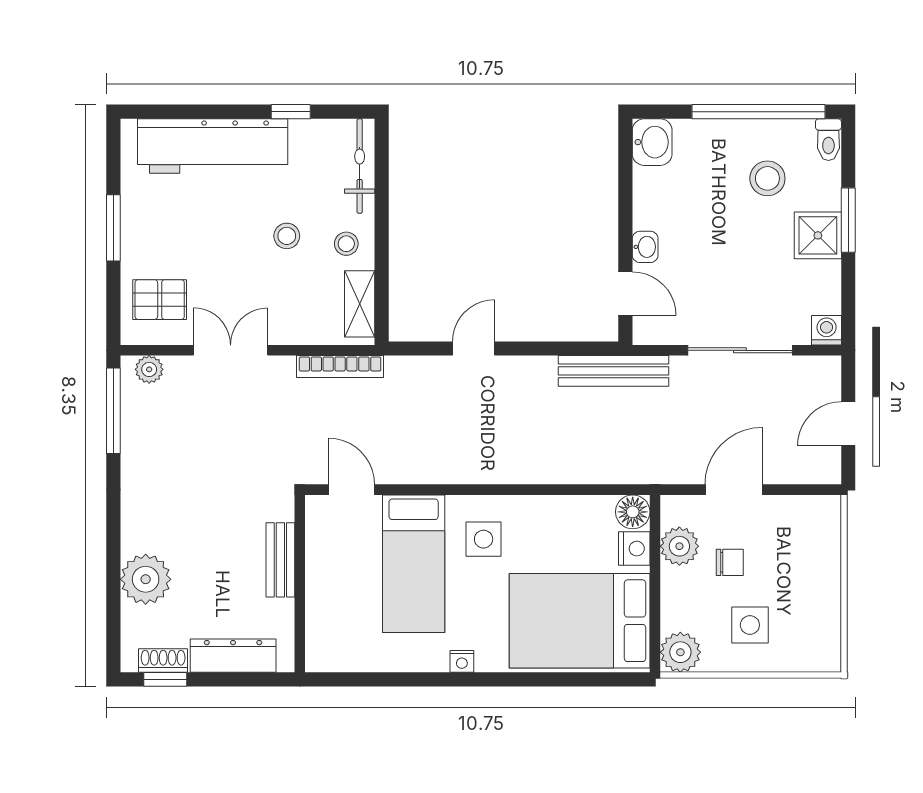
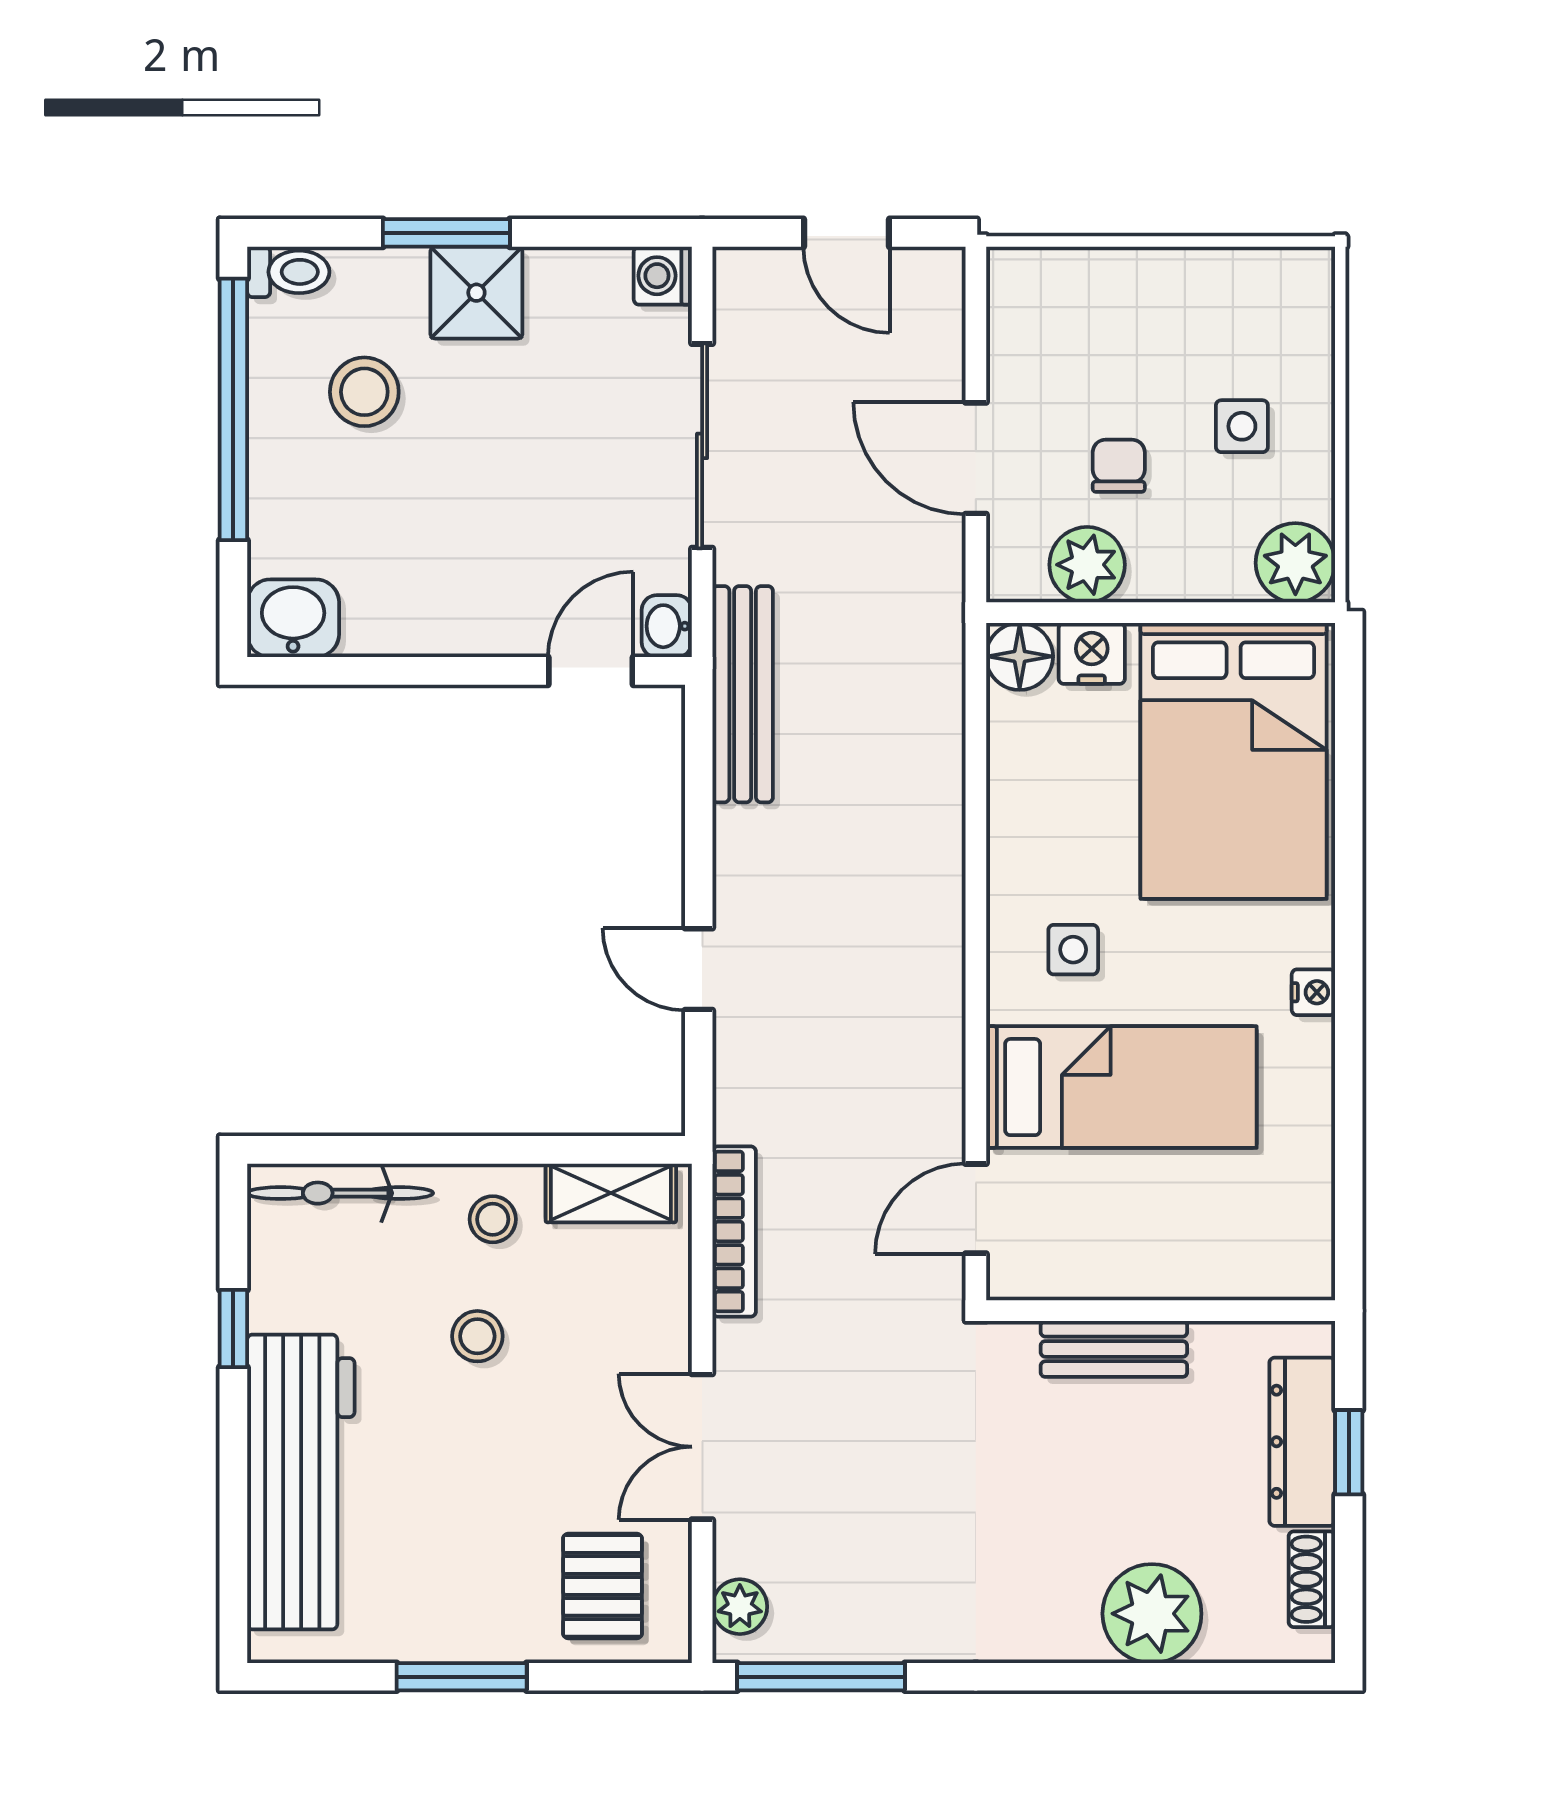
washbasin: (645, 247) -> (667, 626), moved, turned -90
side table: (484, 539) -> (1073, 950), width x0.73, depth x0.73
side table: (750, 625) -> (1242, 426), width x0.73, depth x0.73
window: (165, 679) -> (1349, 1452), moved

